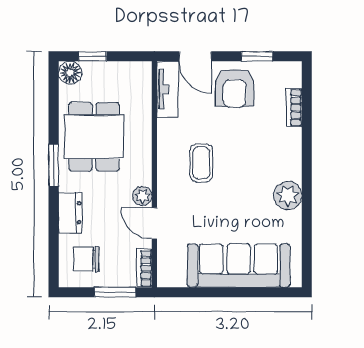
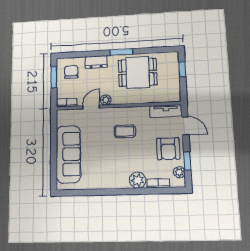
door: (195, 56) -> (185, 126), swing flipped
plant: (276, 71) -> (179, 172), added
floor lamp: (70, 73) -> (172, 58), removed
armchair: (235, 88) -> (168, 149), turned -90
plant: (288, 195) -> (138, 180), moved
window: (115, 292) -> (54, 77), moved

